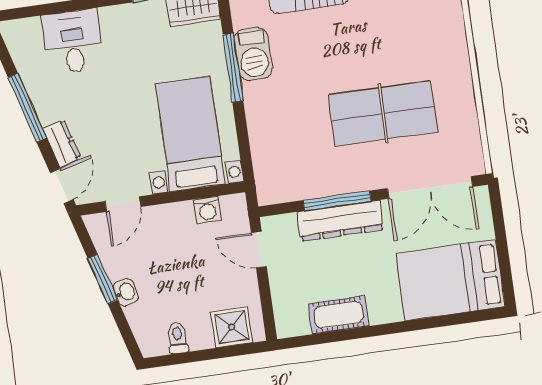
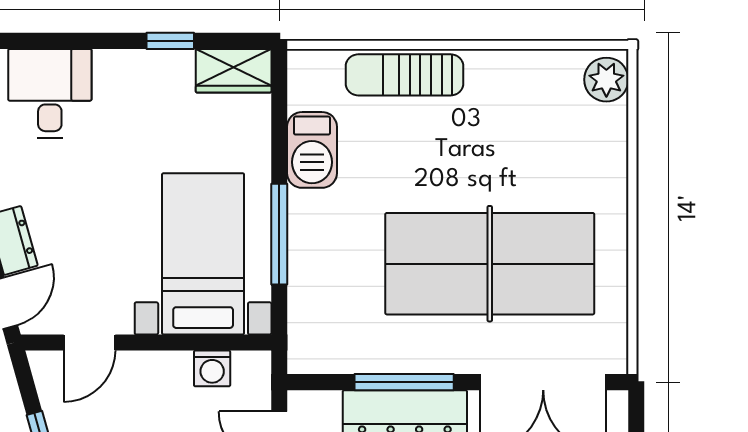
window: (233, 68) -> (279, 234), moved
table tennis table: (383, 113) -> (490, 264), width x1.36, depth x1.32

